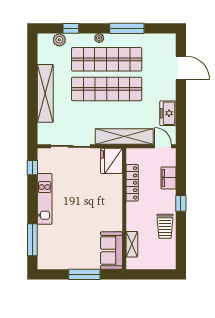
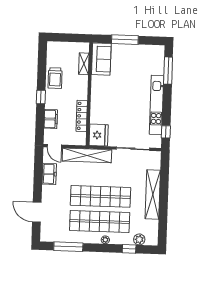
window: (127, 28) -> (68, 247), moved
kitchen unit: (45, 199) -> (156, 105), width x1.36
trolley: (165, 226) -> (55, 78), turned 180

